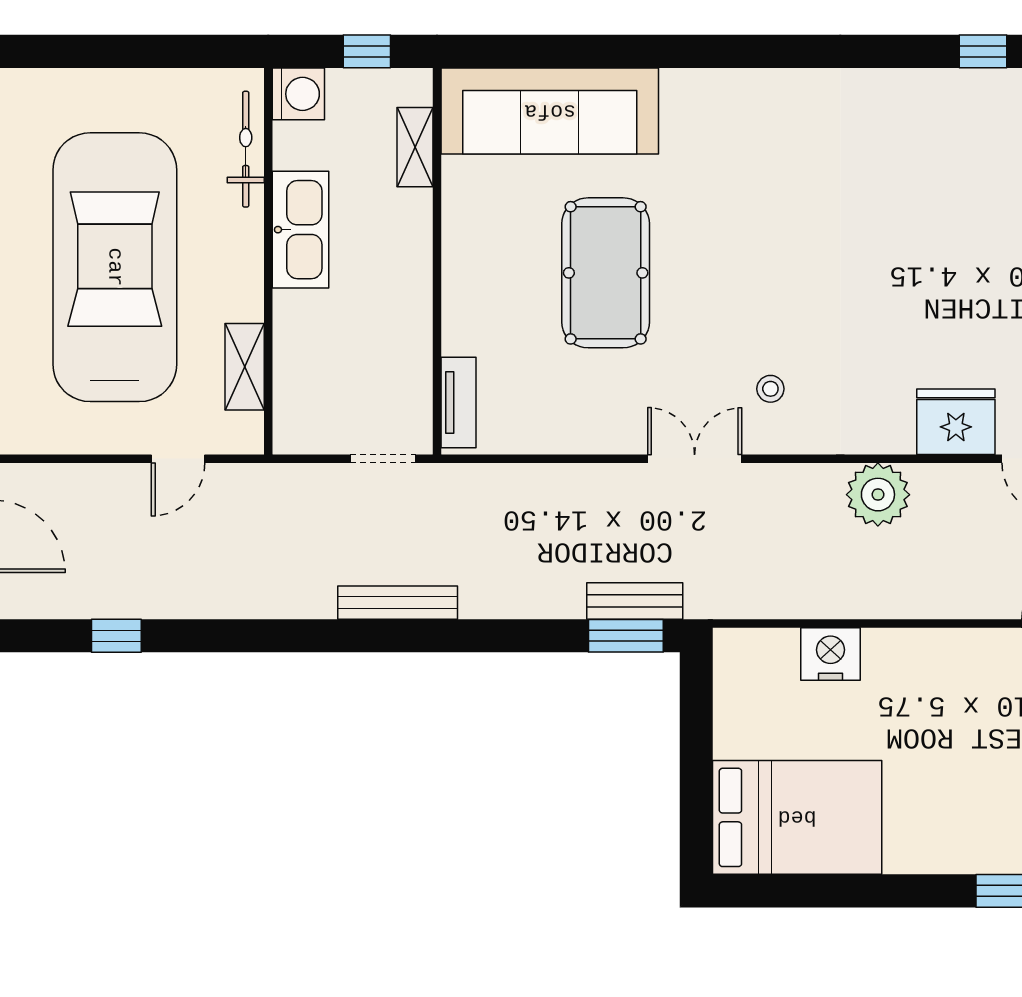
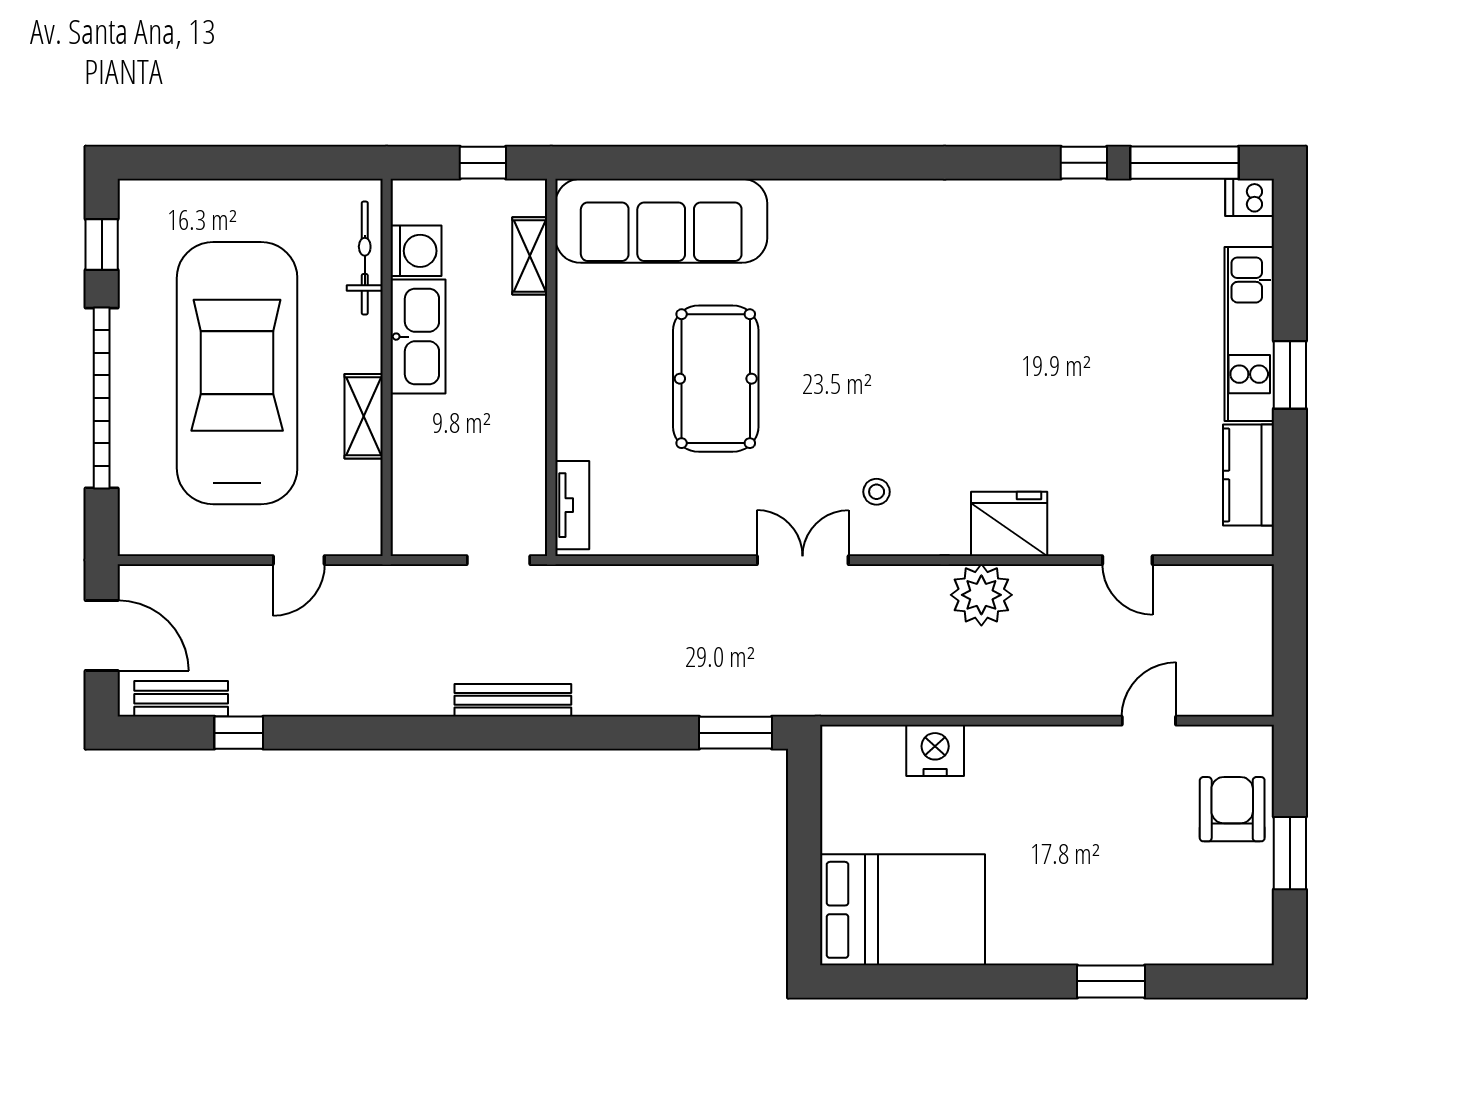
washing machine: (298, 94) -> (416, 251), moved
shelving: (245, 367) -> (364, 416), moved
fridge: (956, 422) -> (1009, 524), moved
bench: (635, 601) -> (181, 699), moved

